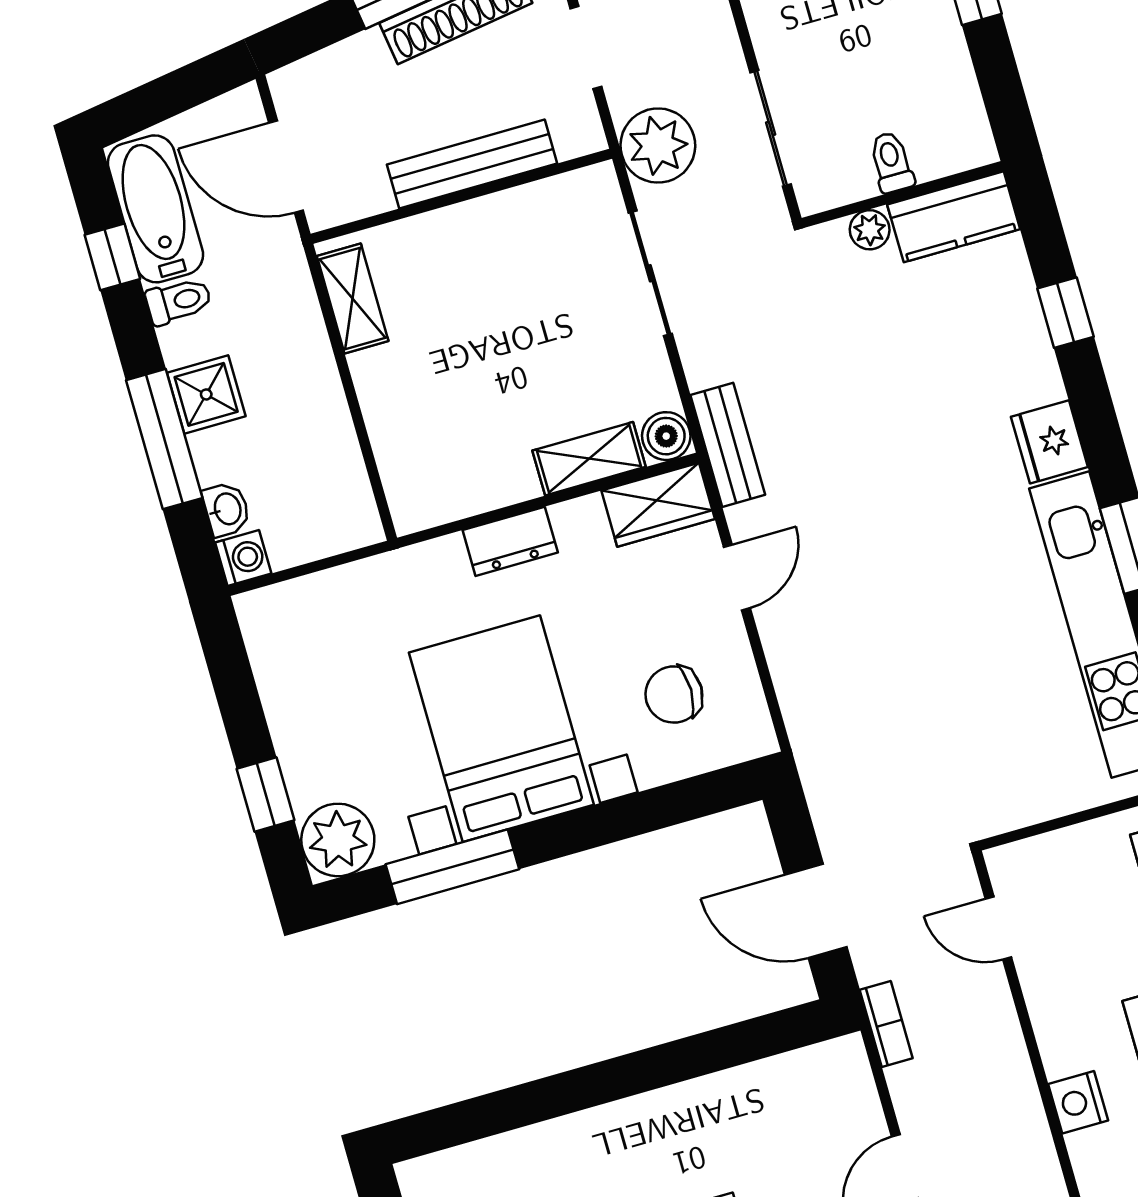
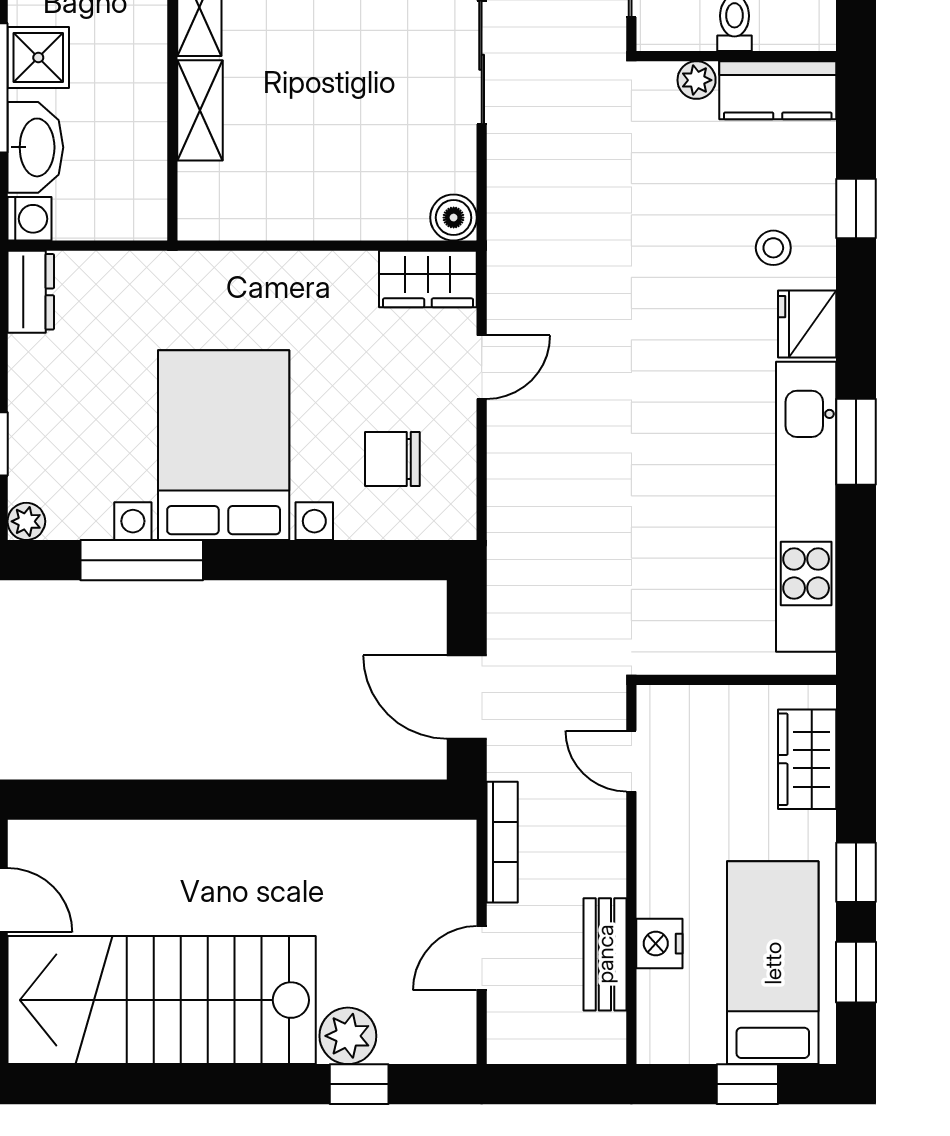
stool: (994, 375) -> (773, 248), added
bench: (728, 445) -> (605, 954), moved
shelving: (589, 459) -> (200, 110), moved, turned 90
washbasin: (226, 509) -> (35, 147), width x1.91, depth x1.45
dresser: (510, 541) -> (31, 292), moved, turned -90
plant: (338, 840) -> (26, 521), width x0.53, depth x0.53
bookcase: (886, 1024) -> (502, 842), width x1.56

